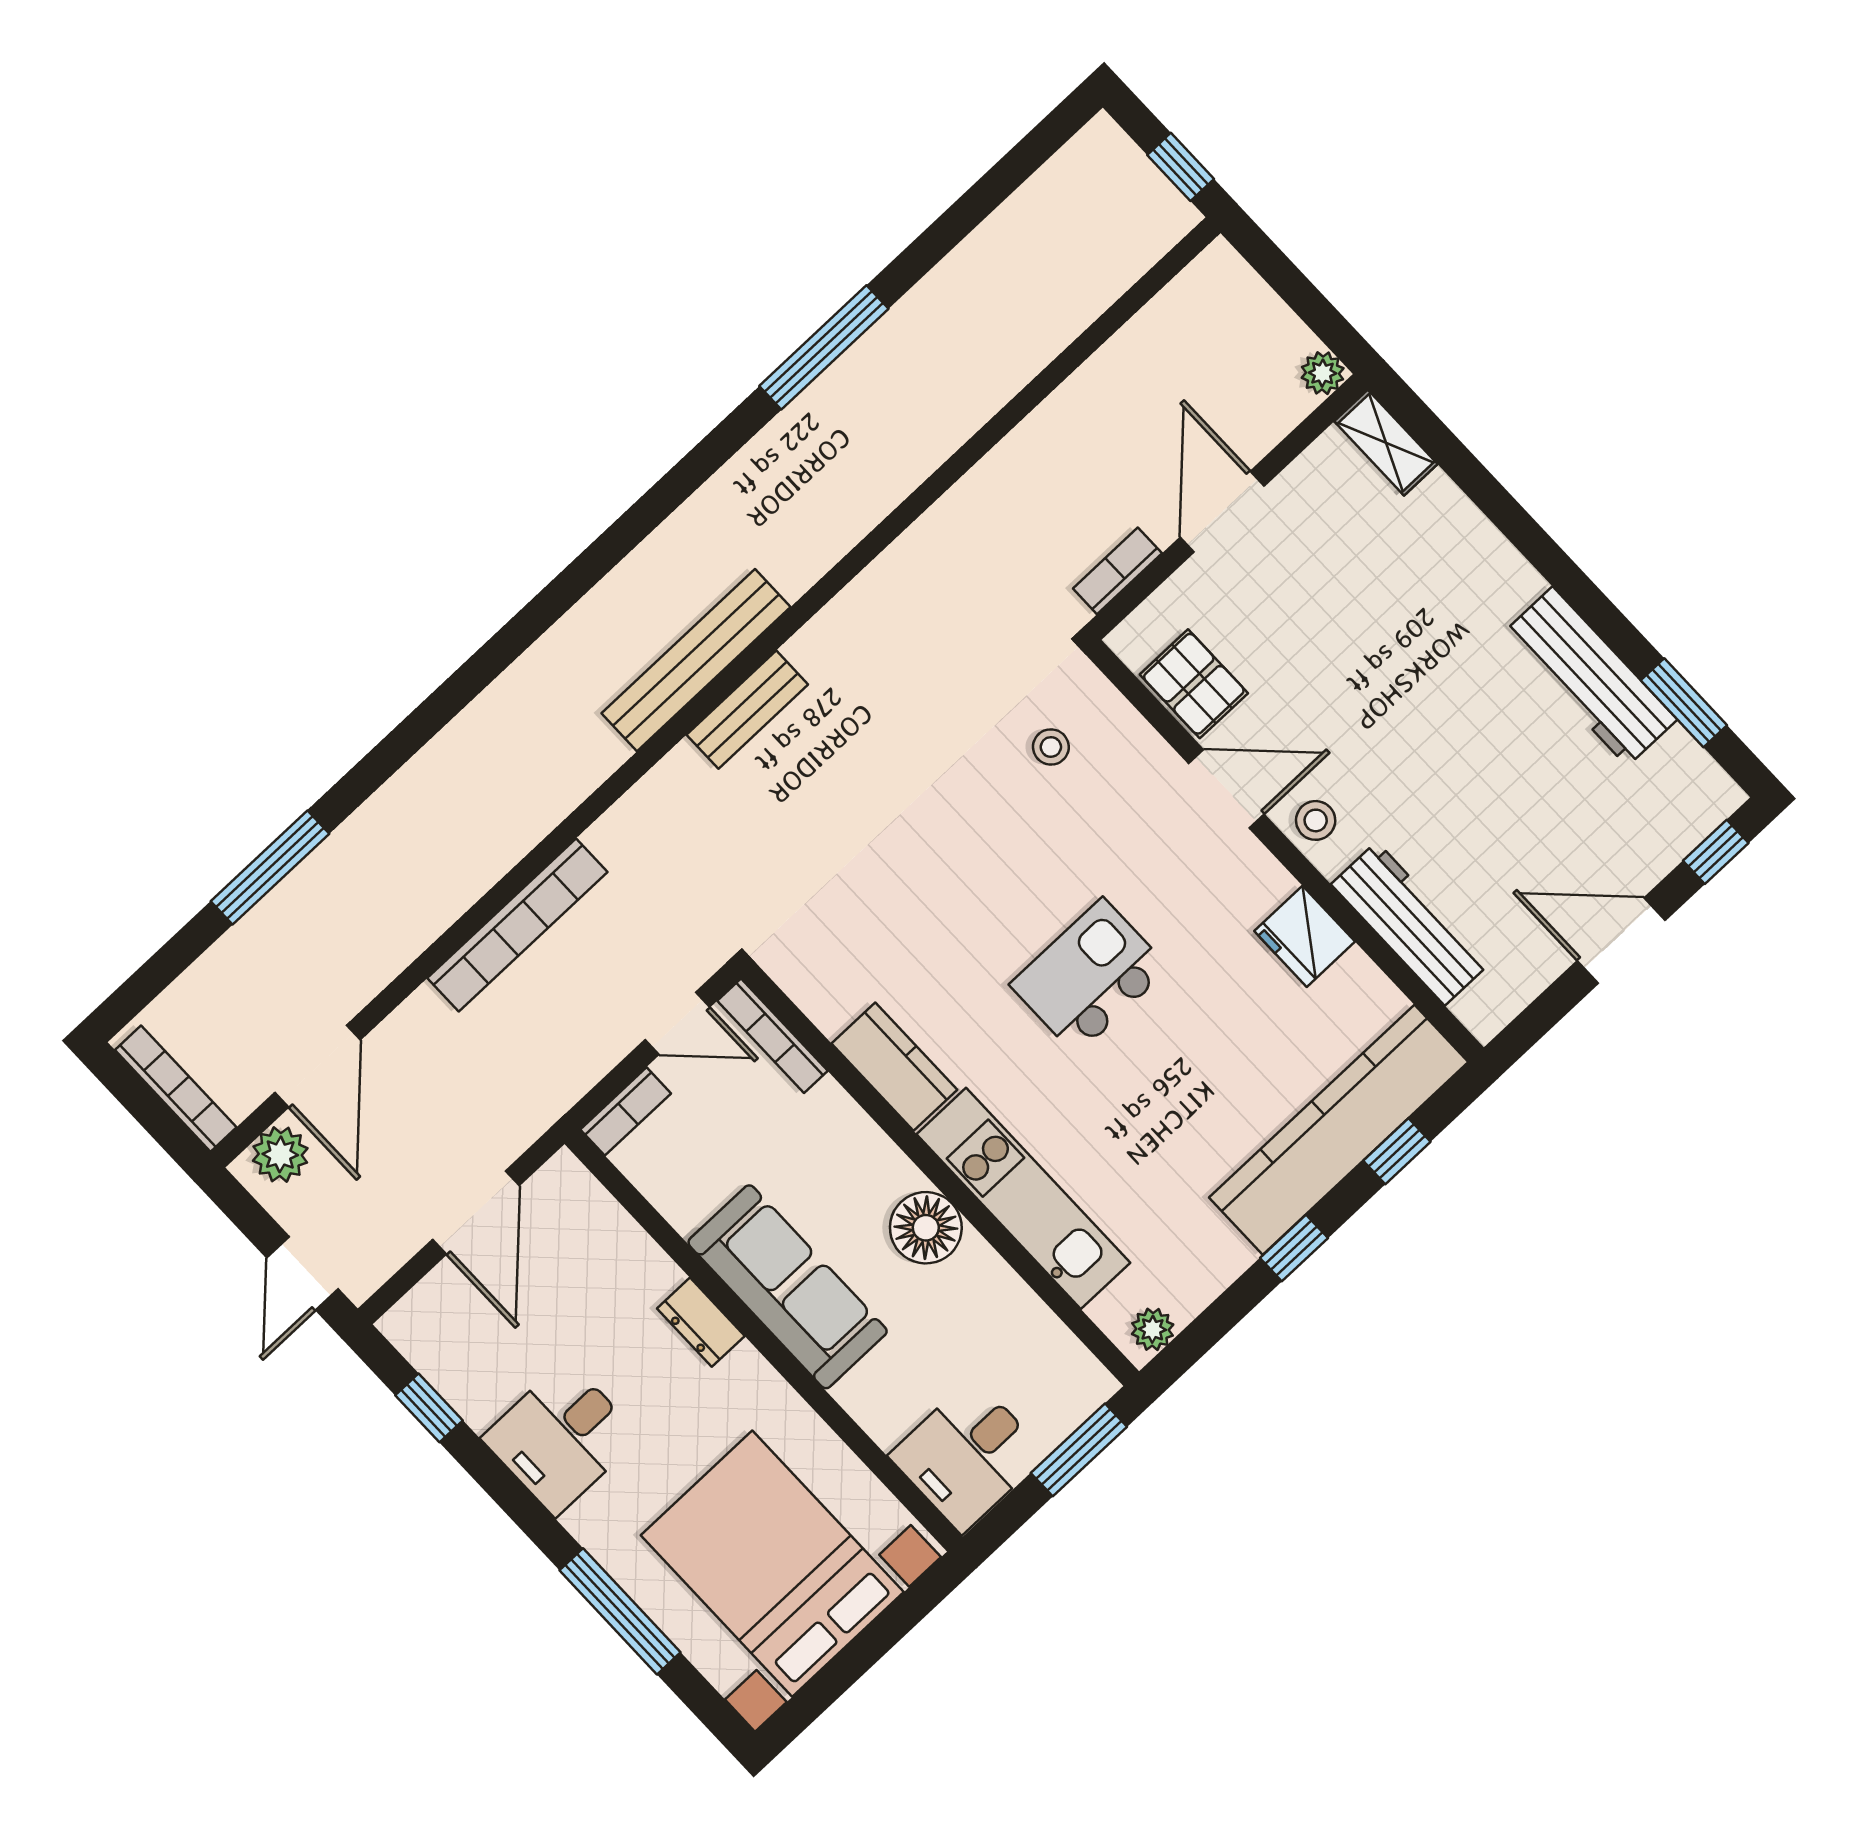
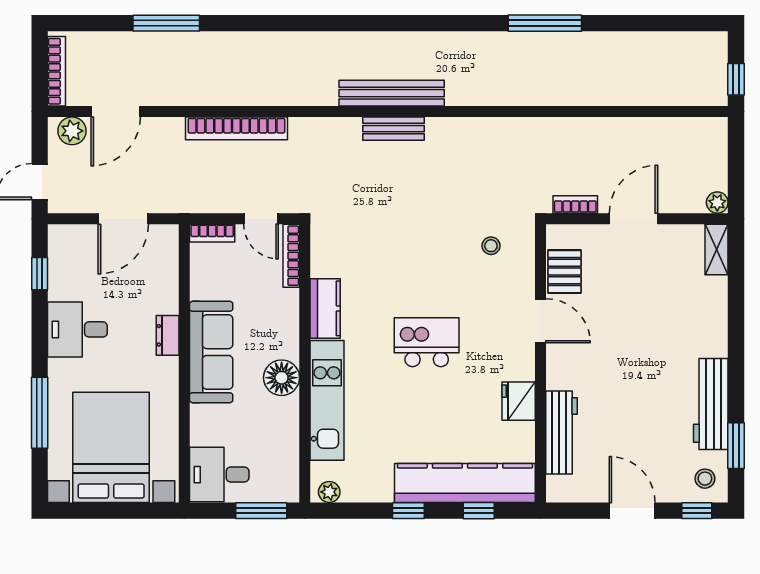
stool: (1316, 820) -> (705, 479), moved

